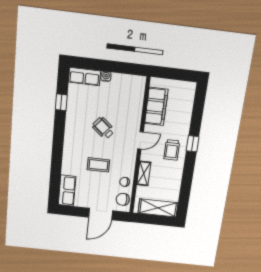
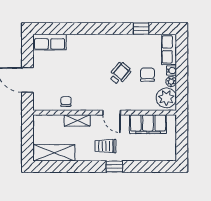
plant: (117, 78) -> (171, 82), added
plant: (133, 85) -> (166, 98), added
coffee table: (98, 165) -> (81, 72), removed
chair: (123, 199) -> (148, 75), moved
shelving: (158, 208) -> (54, 153), moved, turned 90

